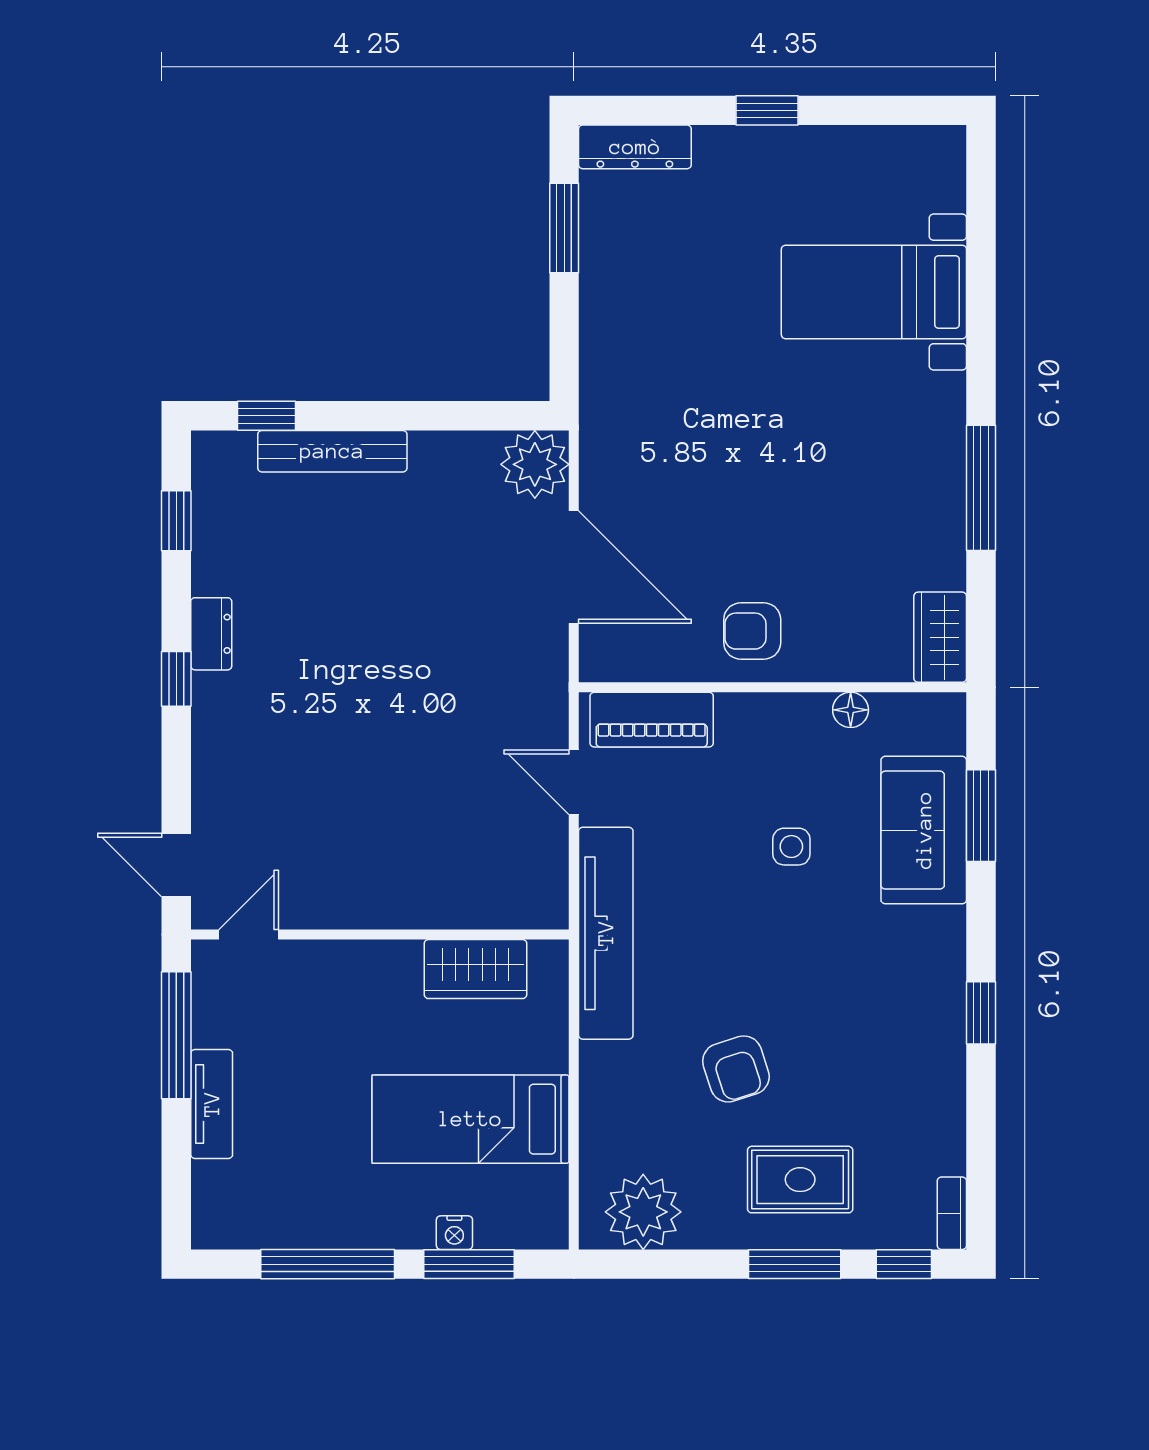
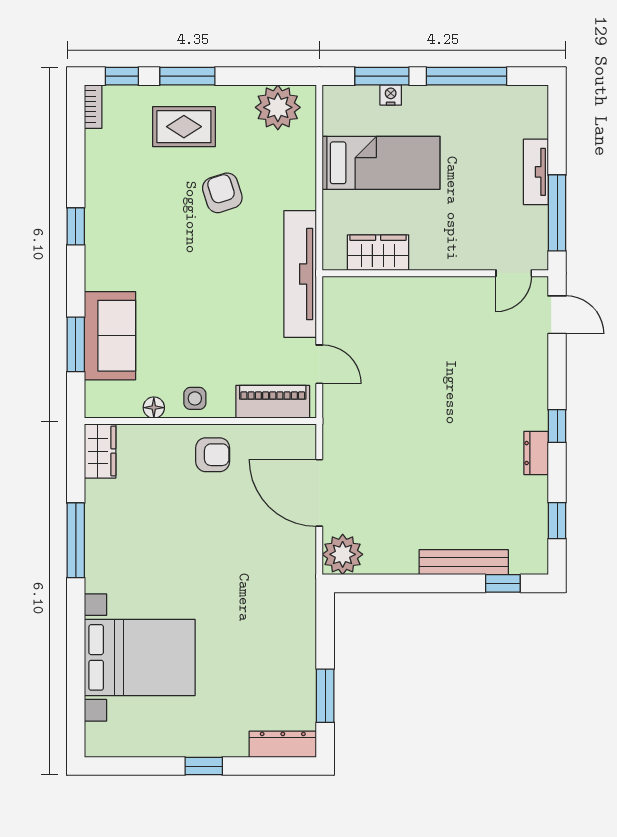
bed with nightstands: (874, 292) -> (140, 657), width x1.36
side table: (791, 847) -> (195, 398), moved

